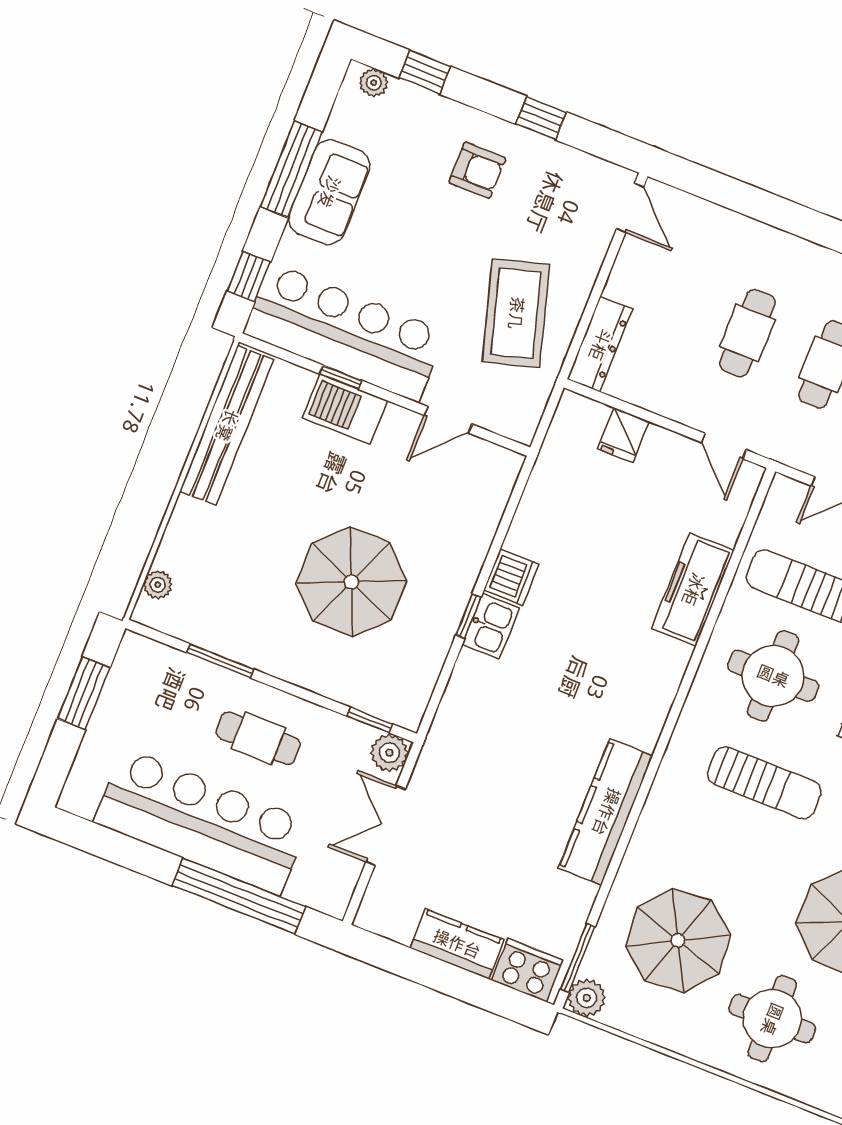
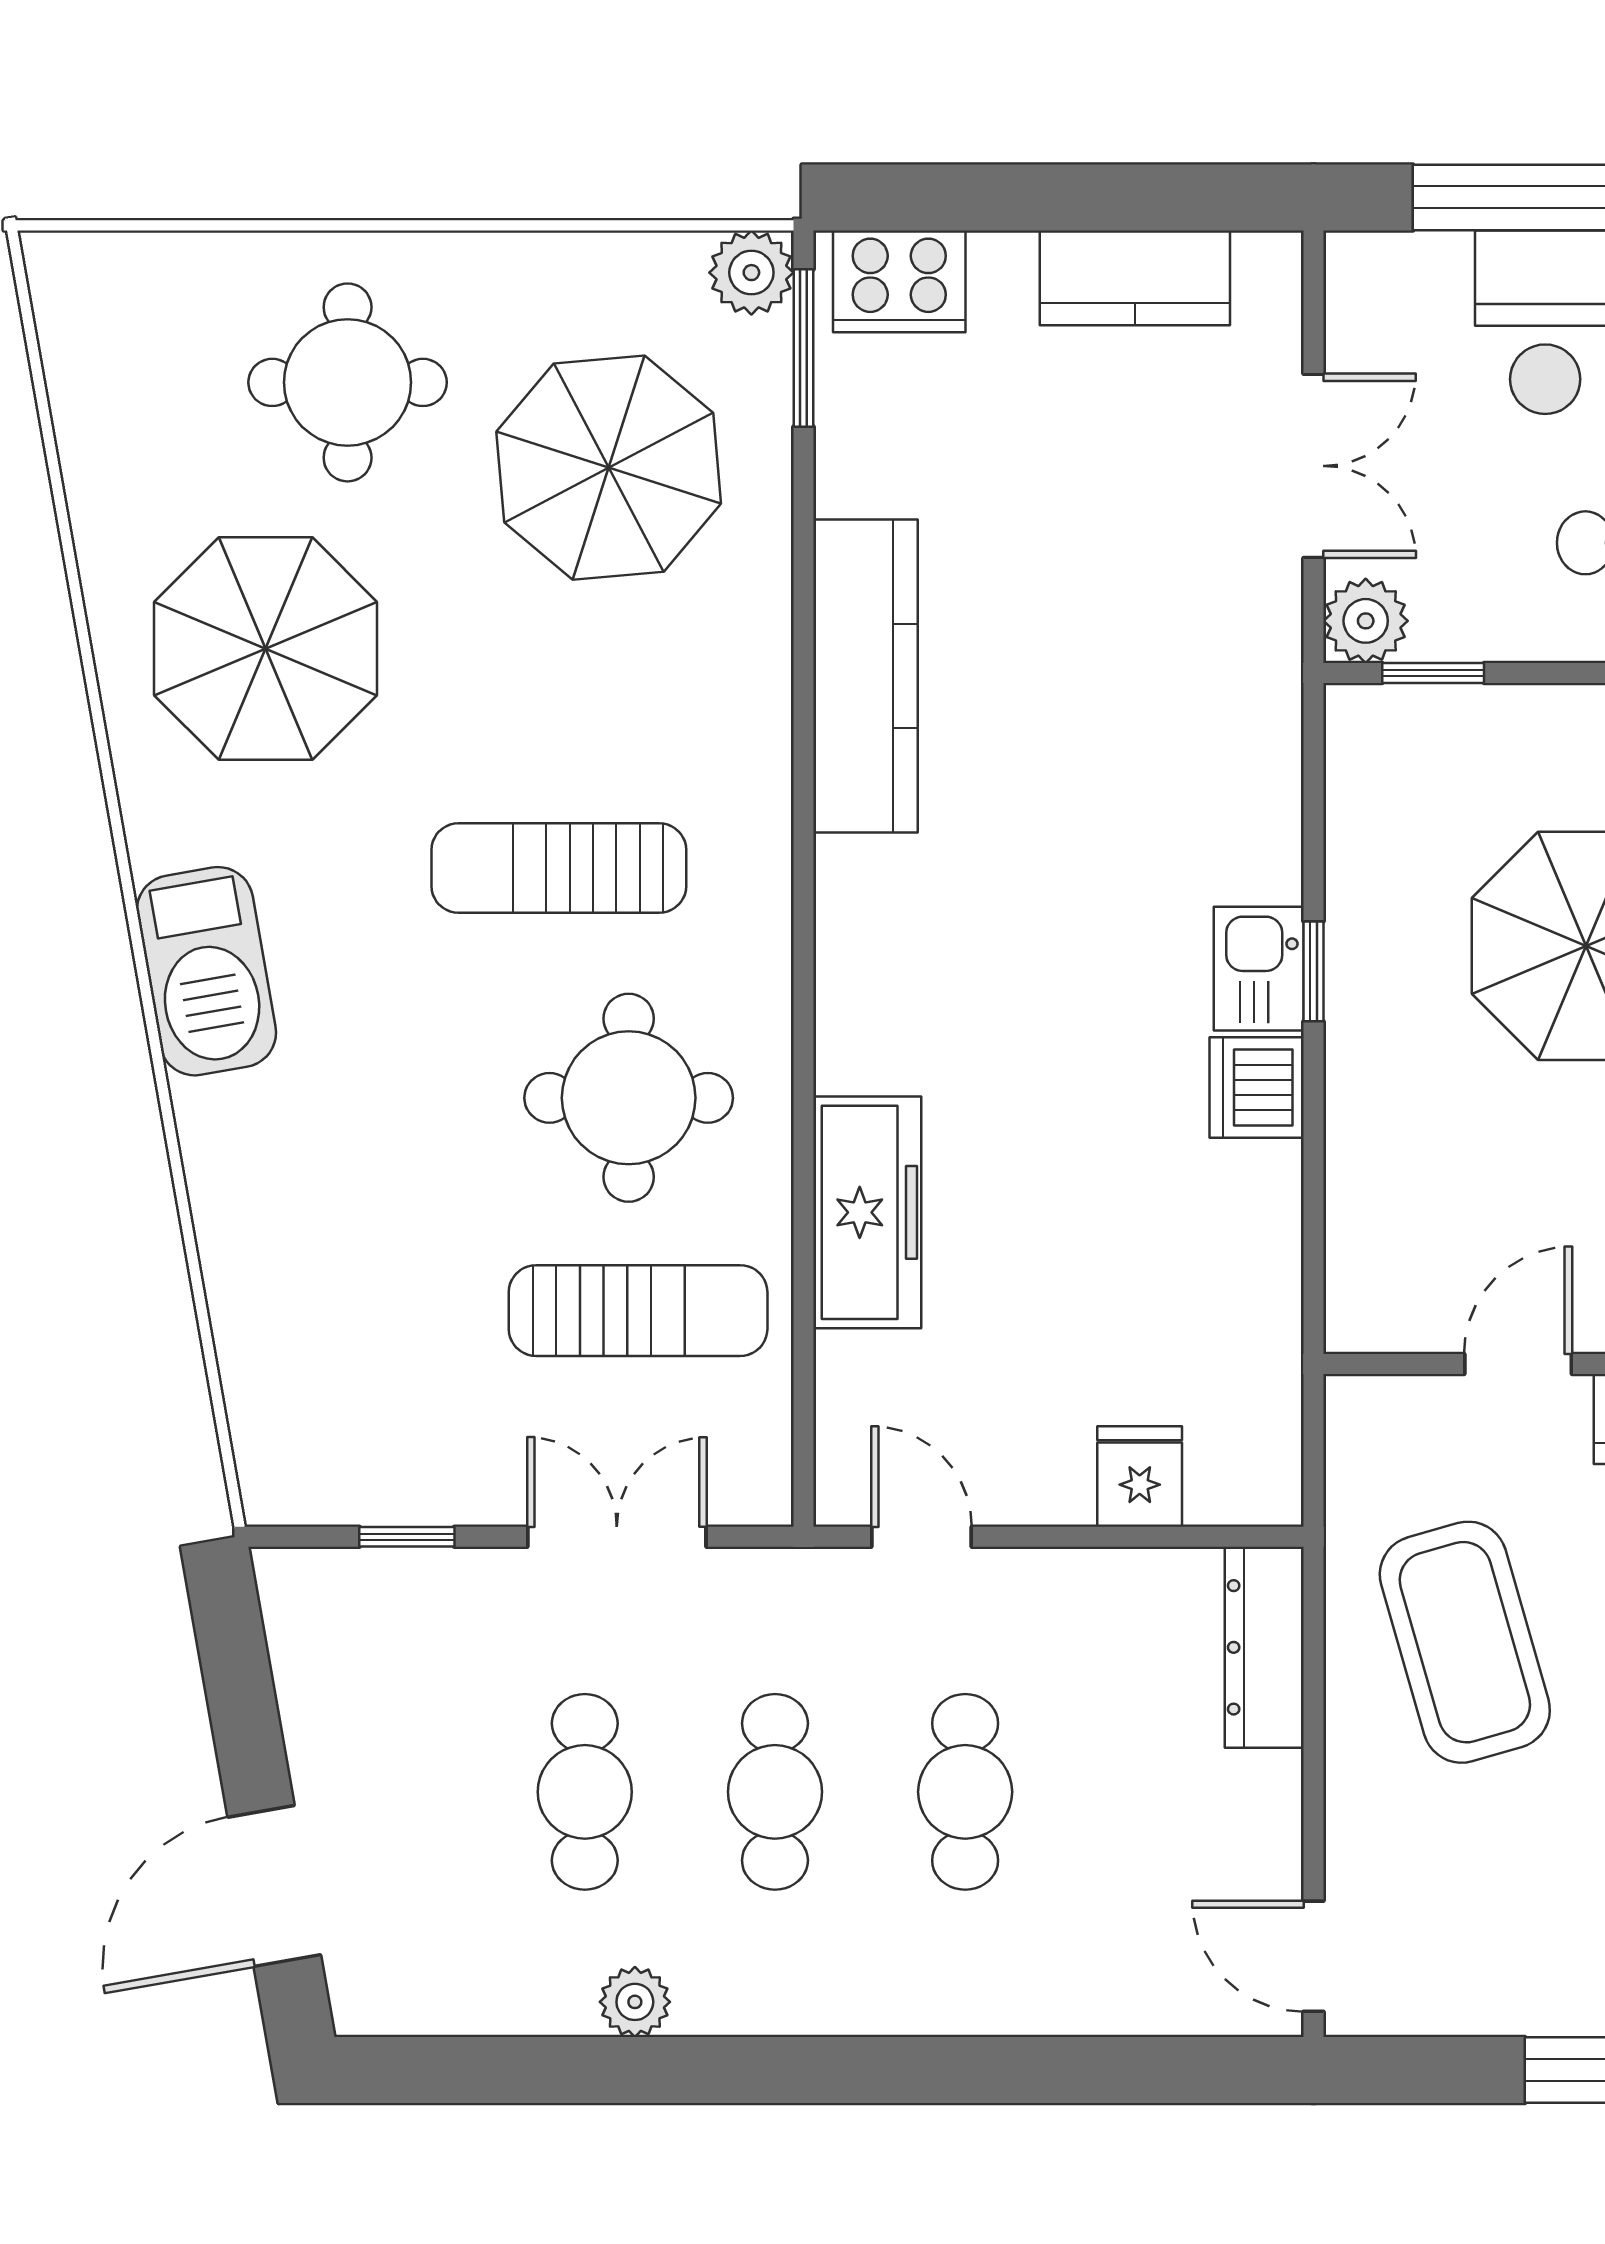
kitchen counter: (457, 944) -> (1135, 278), moved

